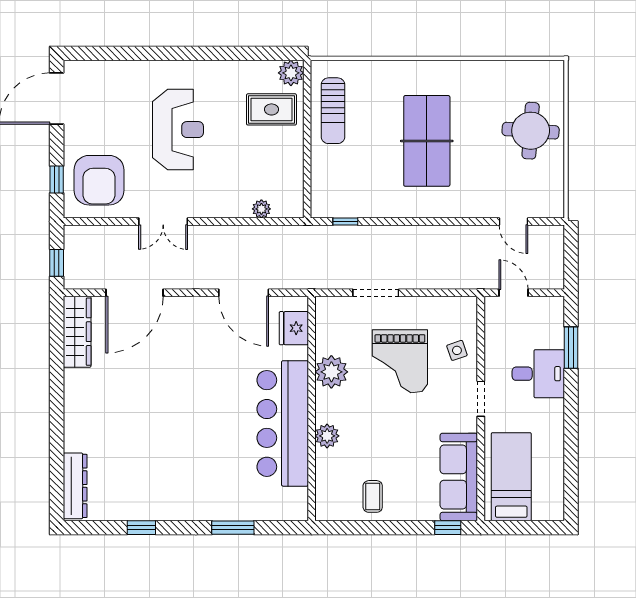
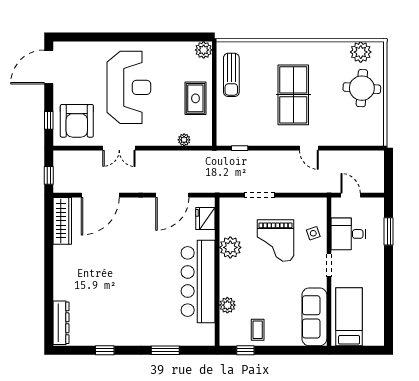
plant: (529, 76) -> (361, 52), added
rug: (271, 109) -> (195, 98), moved, turned 90
reception desk: (178, 130) -> (129, 87), width x1.36, depth x1.30
door: (513, 221) -> (309, 148), moved
door: (244, 293) -> (172, 195), hinge flipped
desk: (538, 374) -> (348, 234), moved, turned 180
plant: (327, 436) -> (227, 305), moved
window: (448, 528) -> (245, 350), moved

